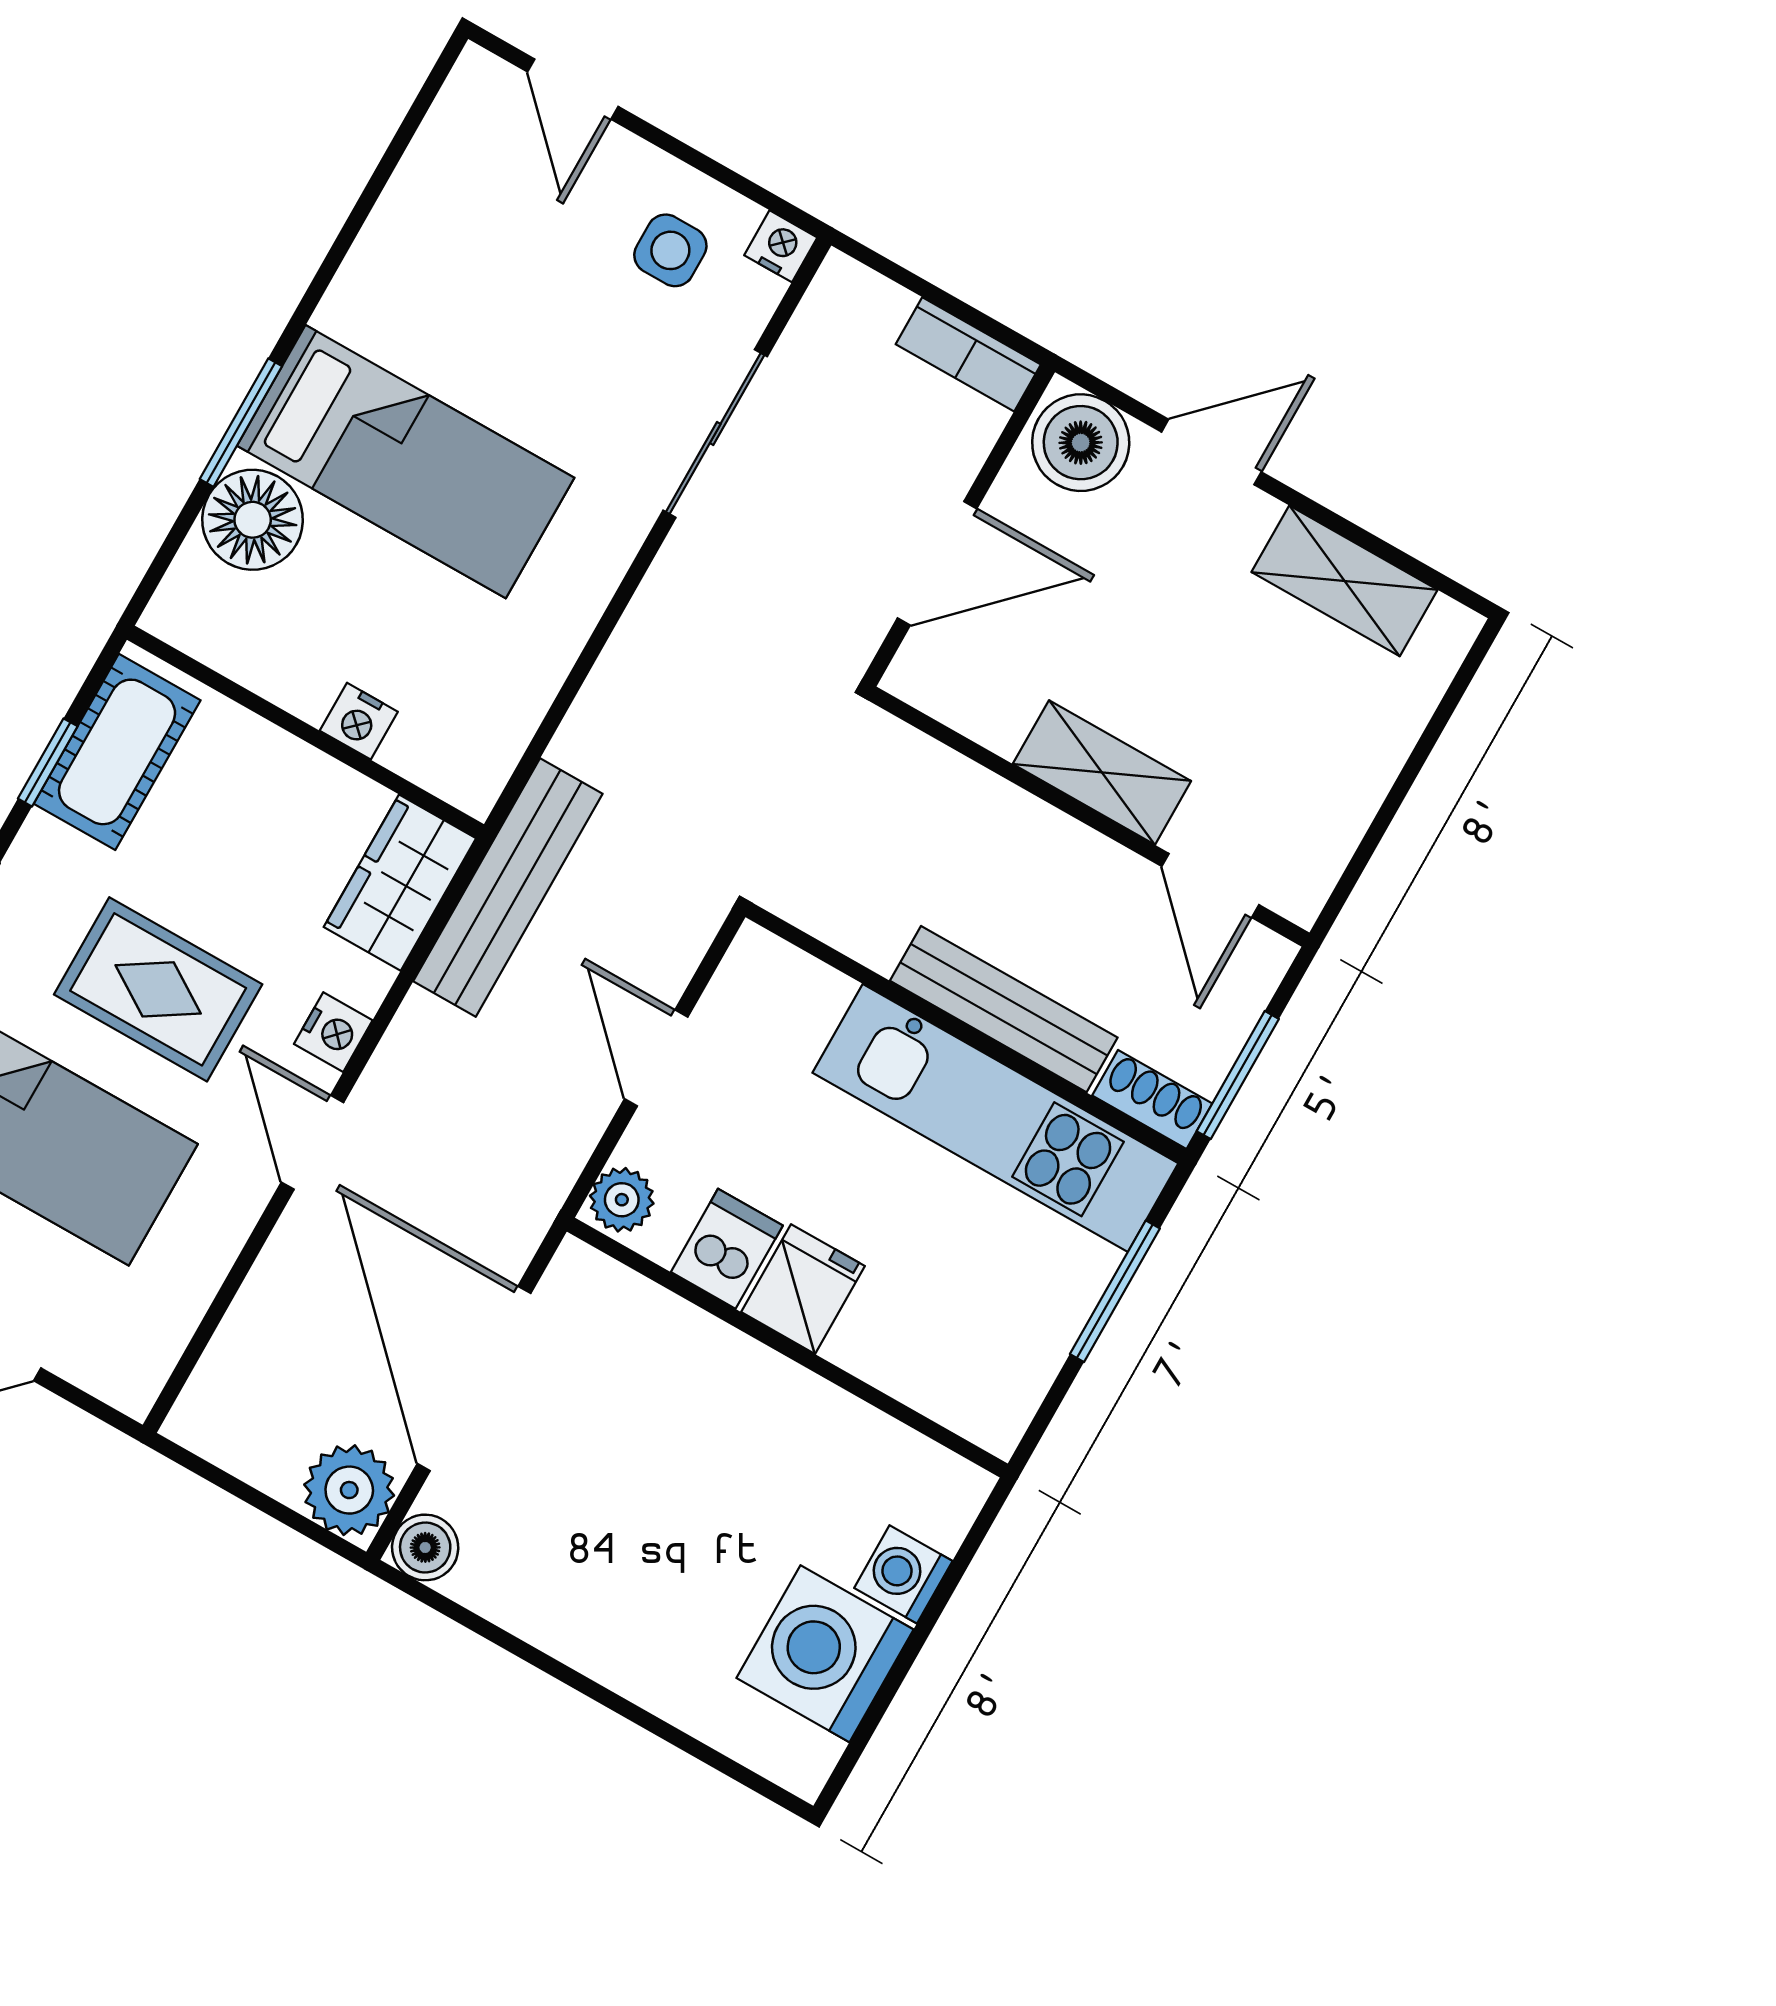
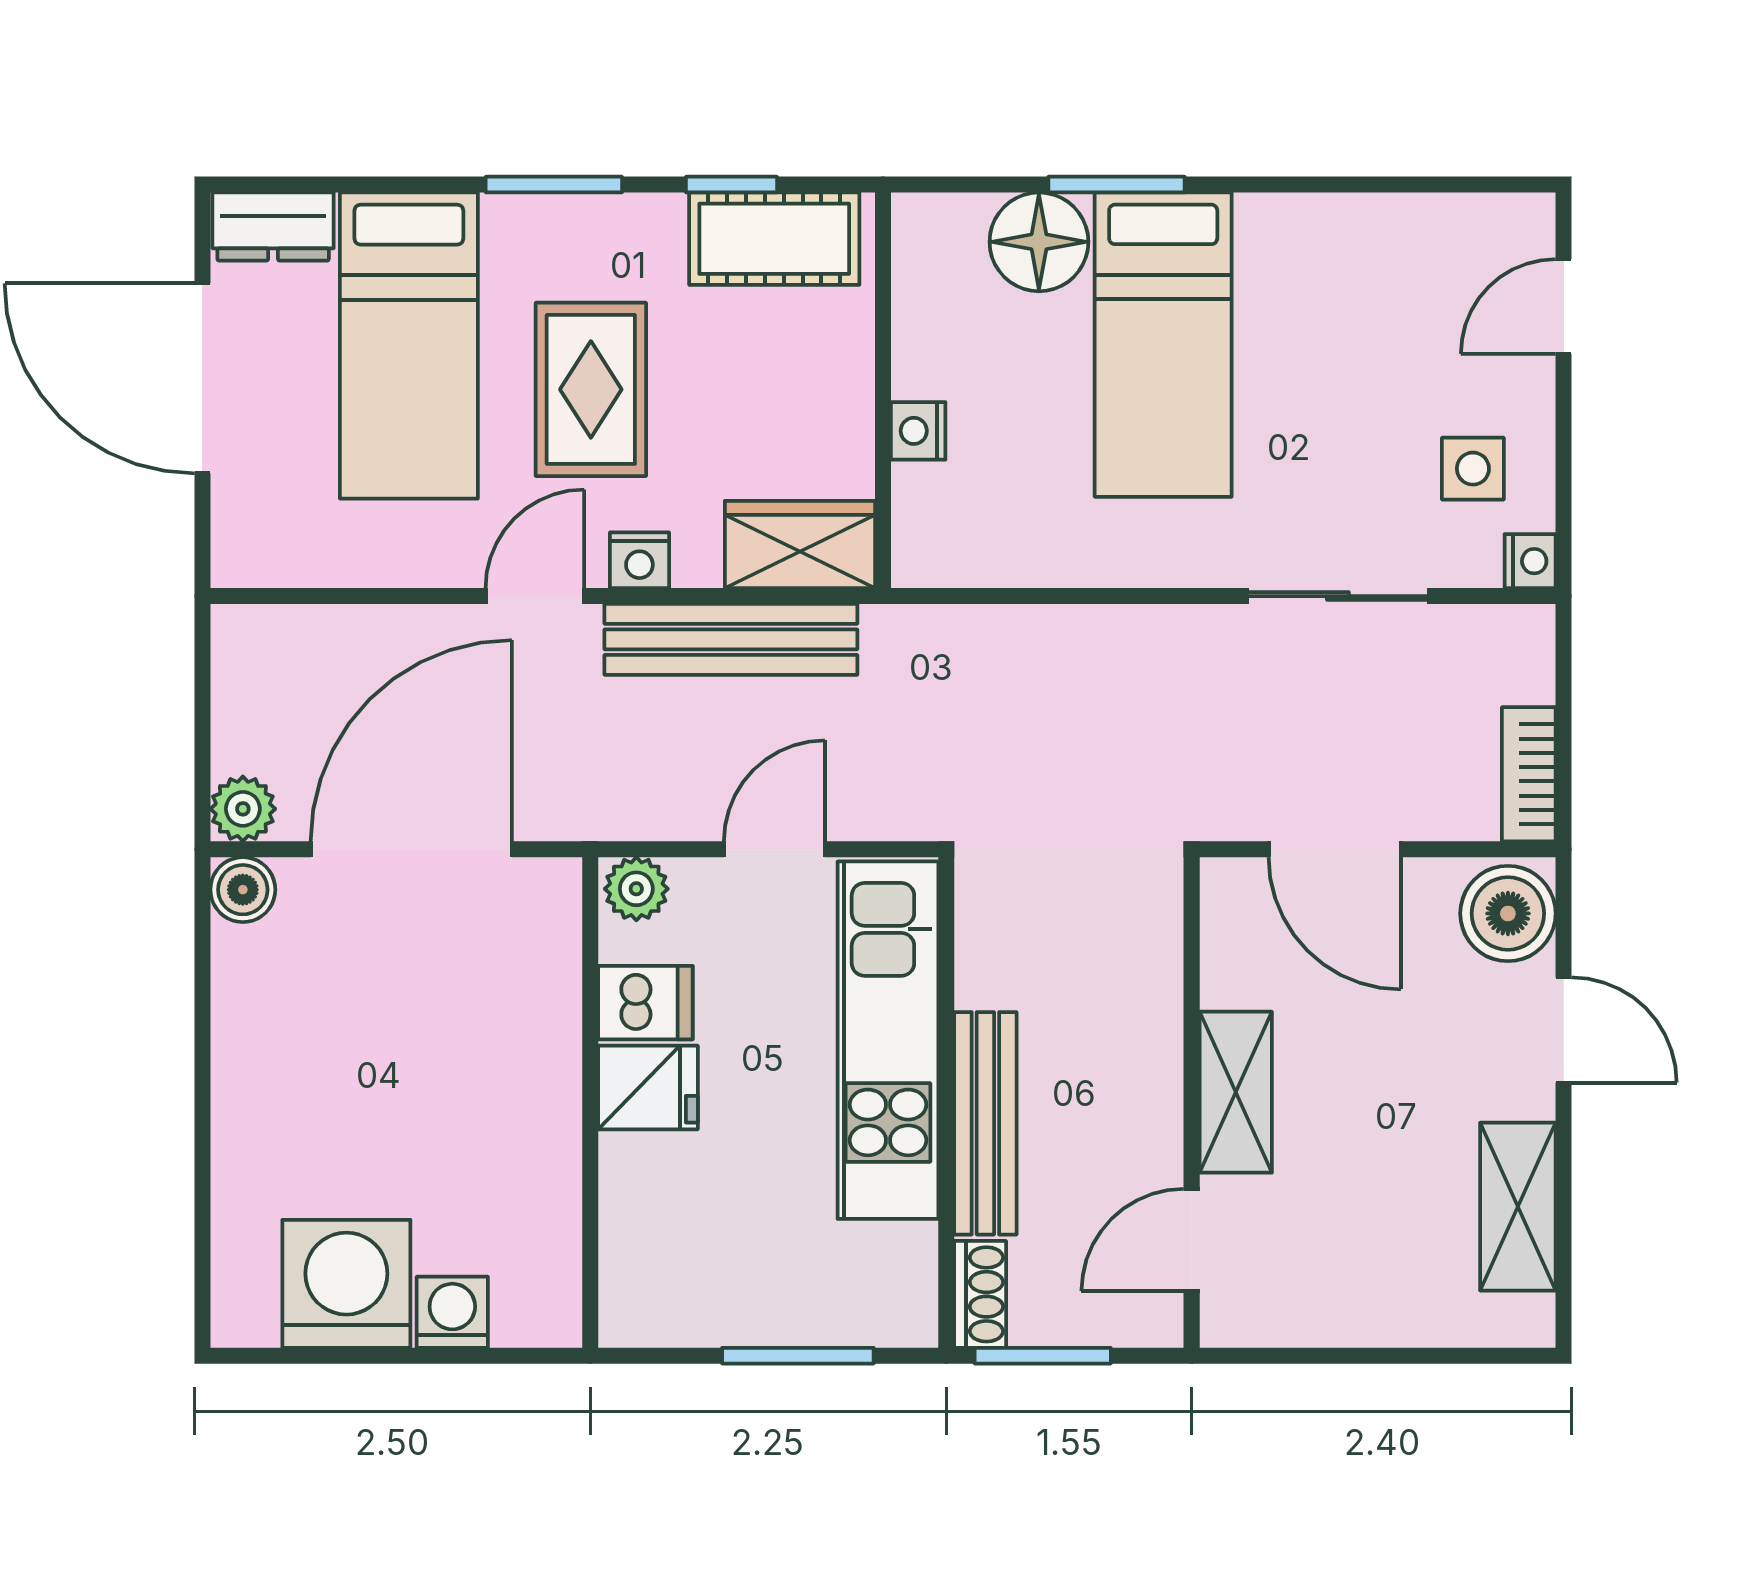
bench: (508, 887) -> (731, 639), moved
kitchen unit: (995, 1118) -> (888, 1040), moved
plant: (349, 1490) -> (243, 809), width x0.73, depth x0.73

